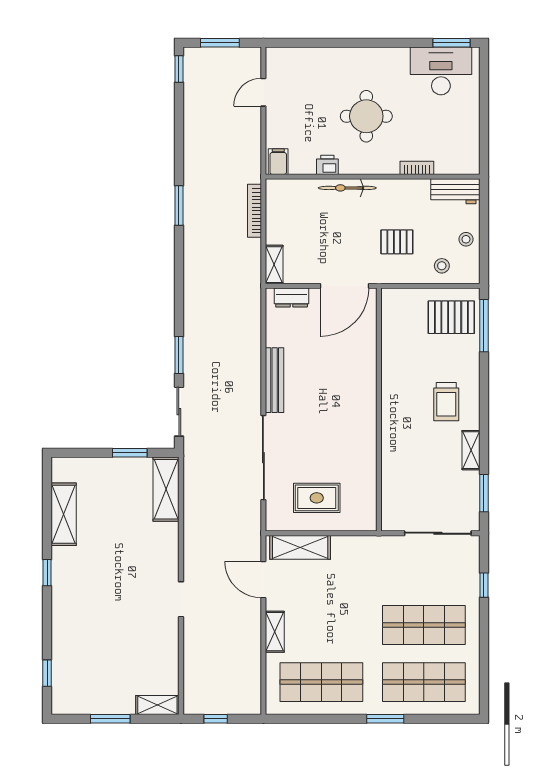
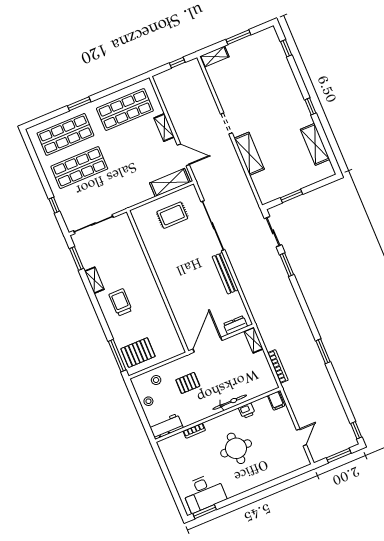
shelving: (166, 489) -> (249, 154), moved

